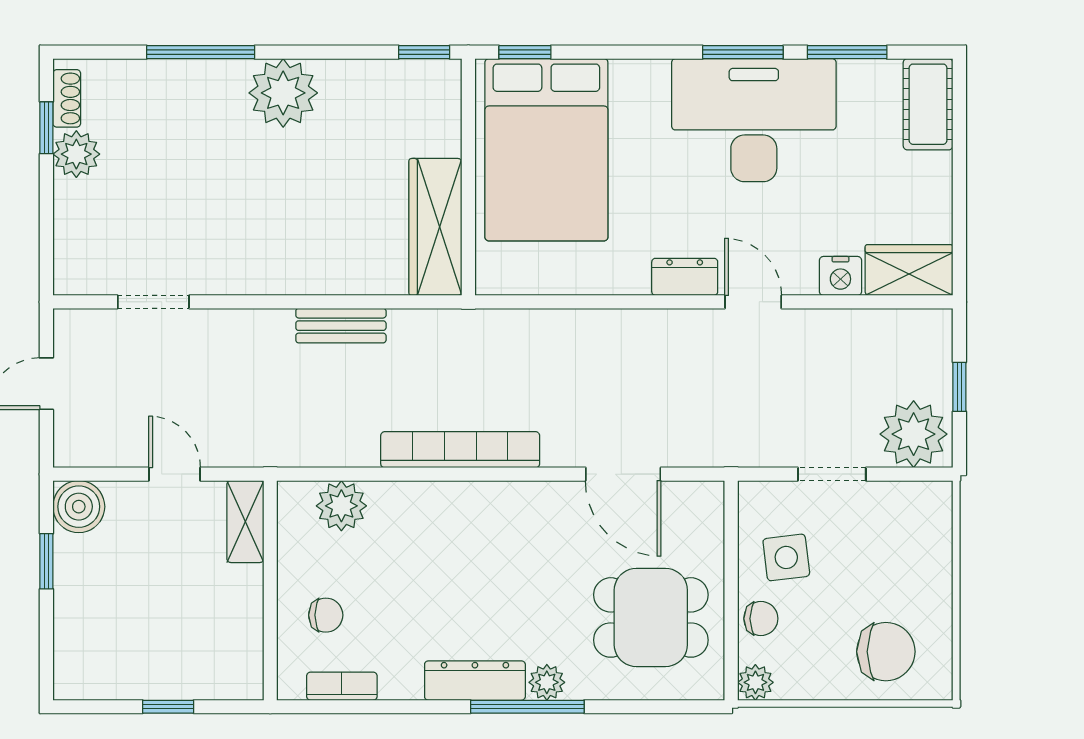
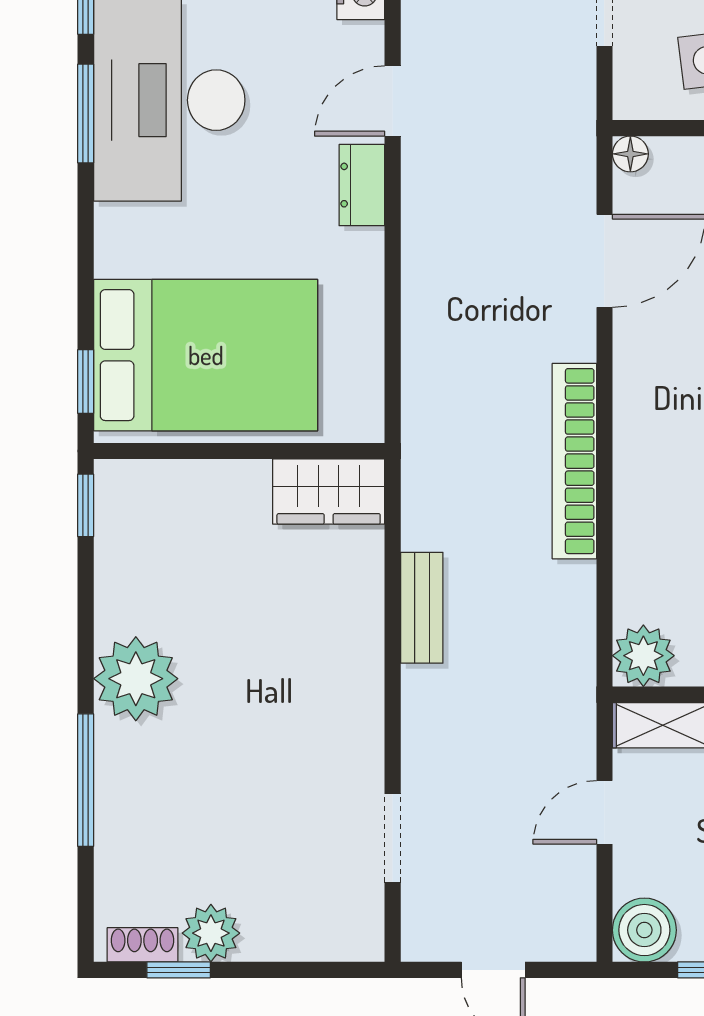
wardrobe: (435, 227) -> (329, 492), width x0.67
floor lamp: (710, 495) -> (630, 154), added
plant: (341, 506) -> (643, 656), moved

